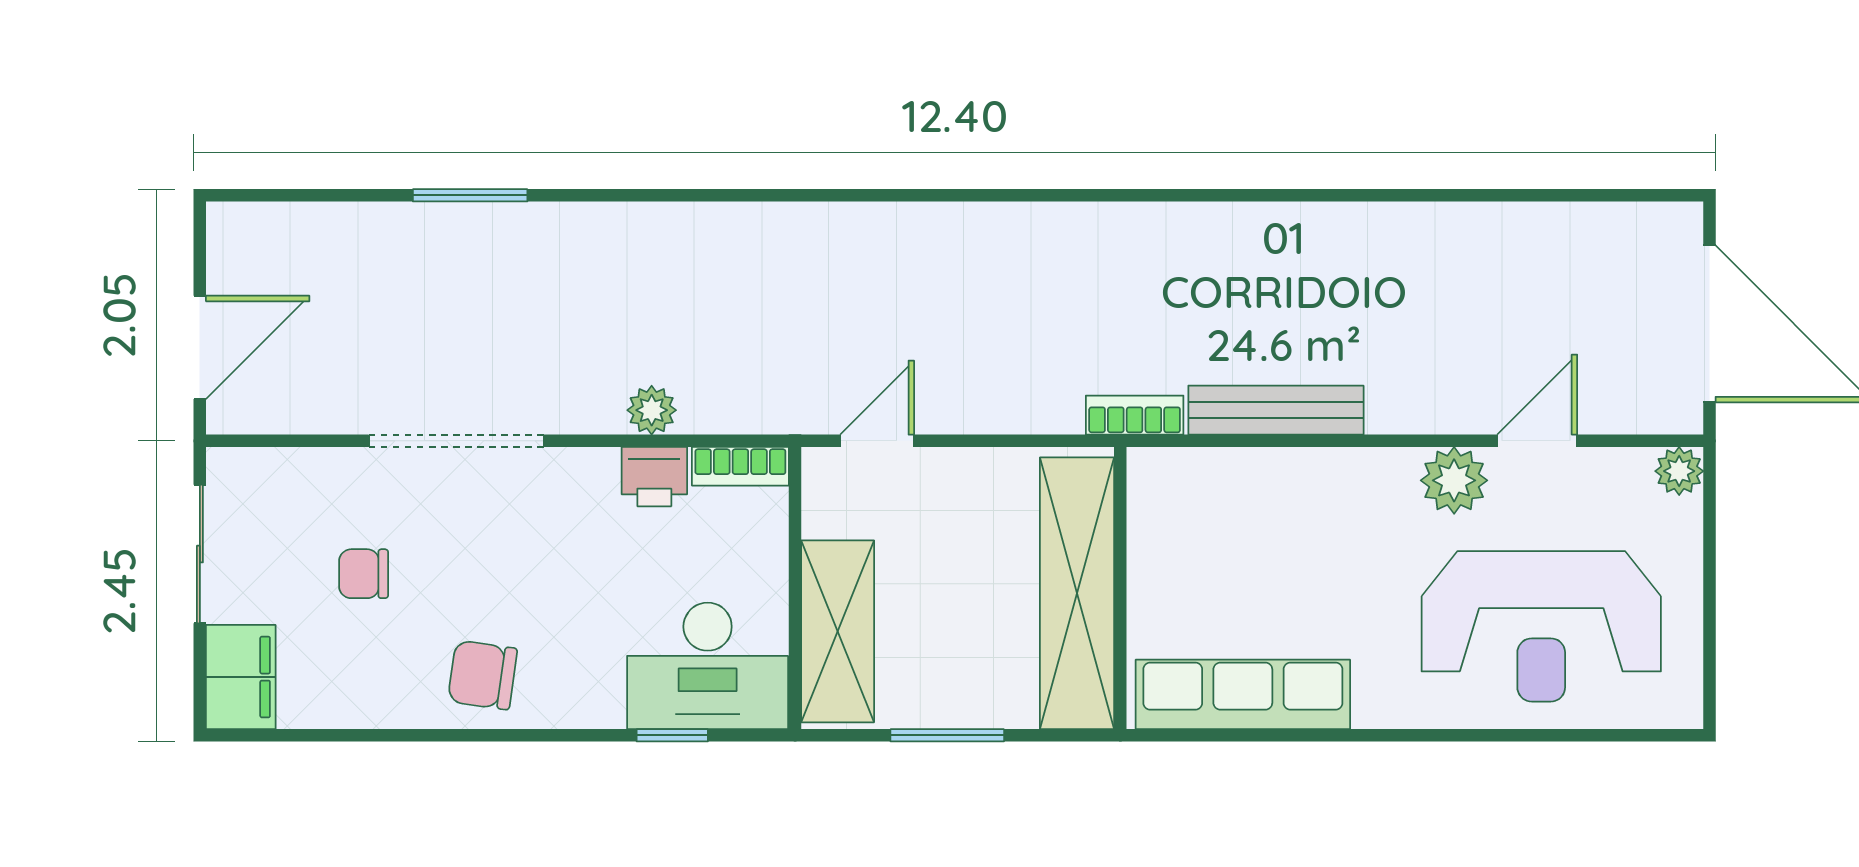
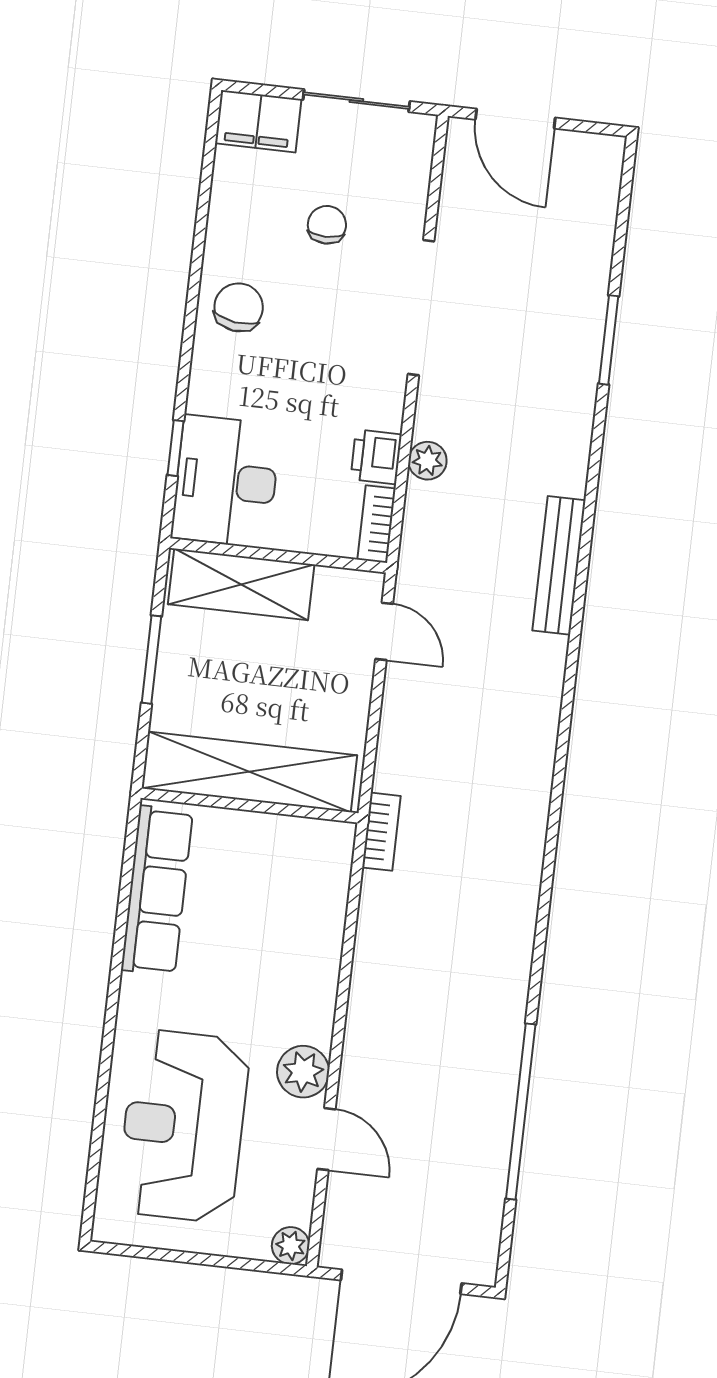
window: (1473, 195) -> (521, 1111), added
bench: (1276, 410) -> (559, 565), moved

